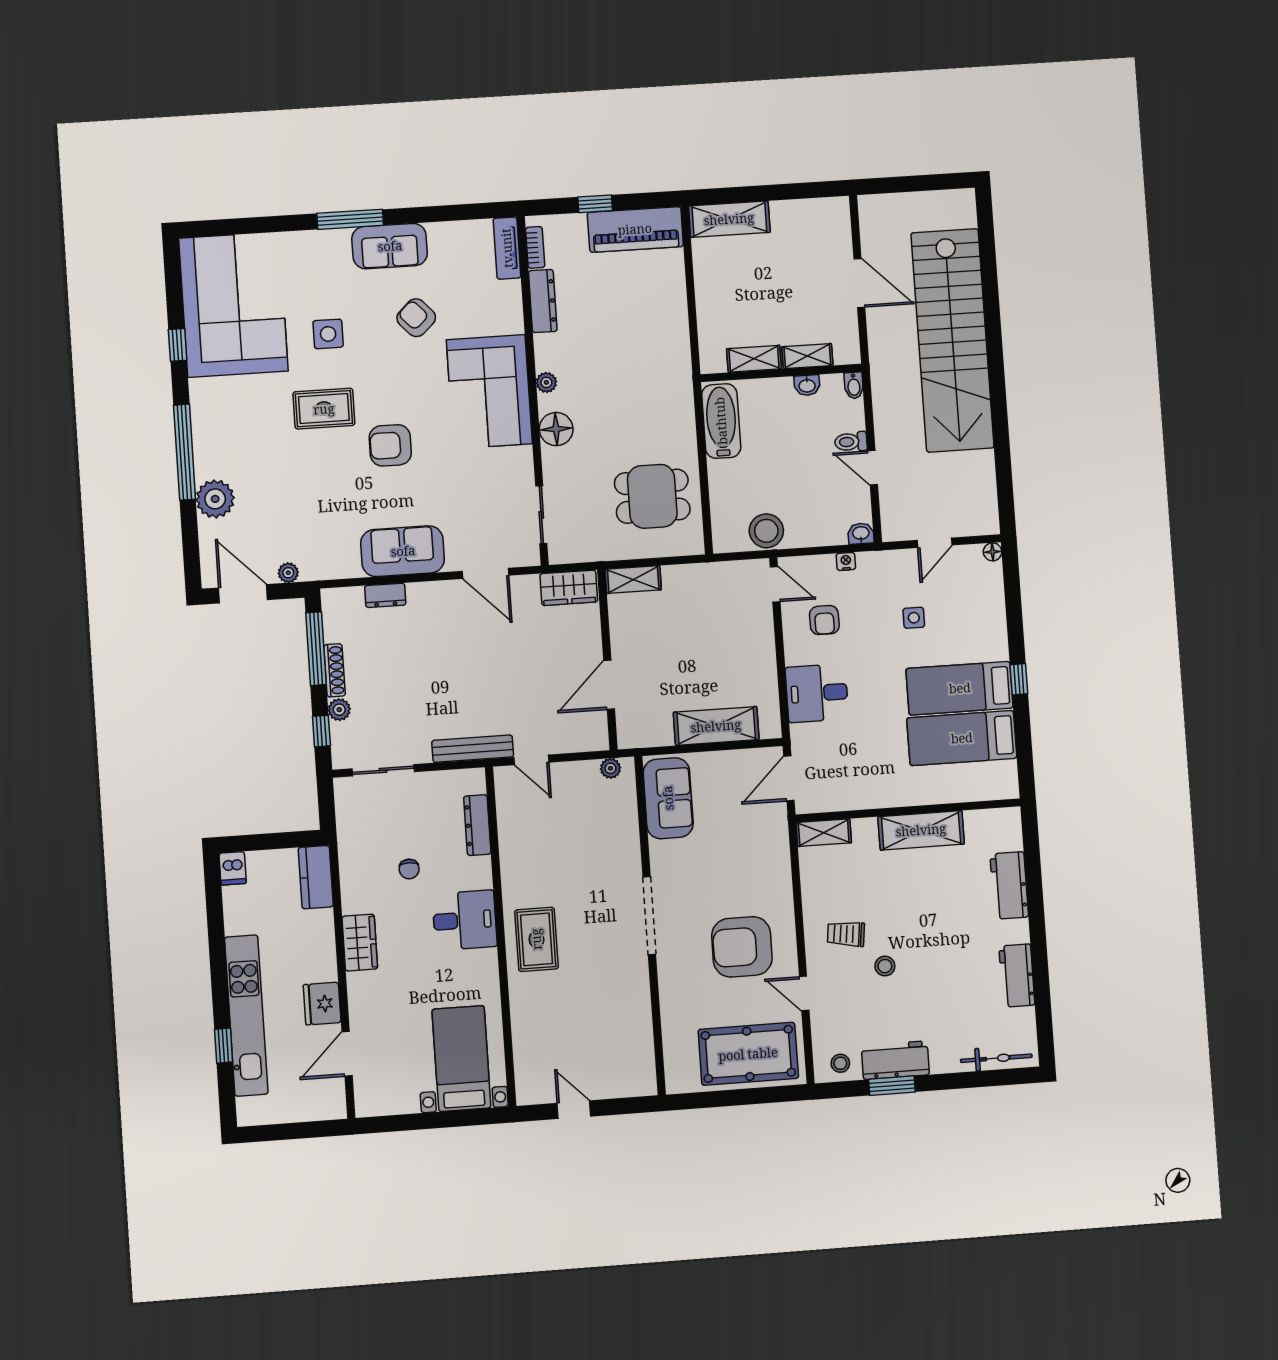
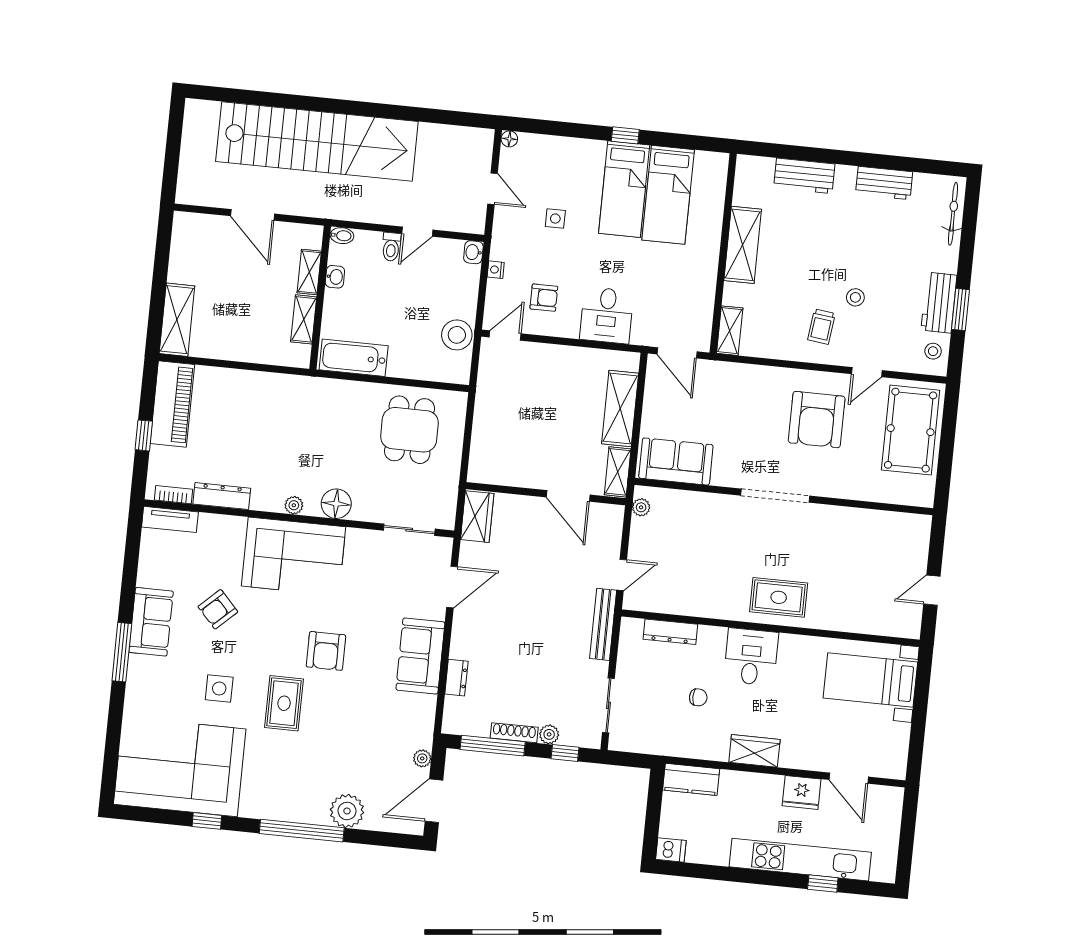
door: (859, 283) -> (252, 215), swing flipped
shelving: (633, 580) -> (618, 472), moved

